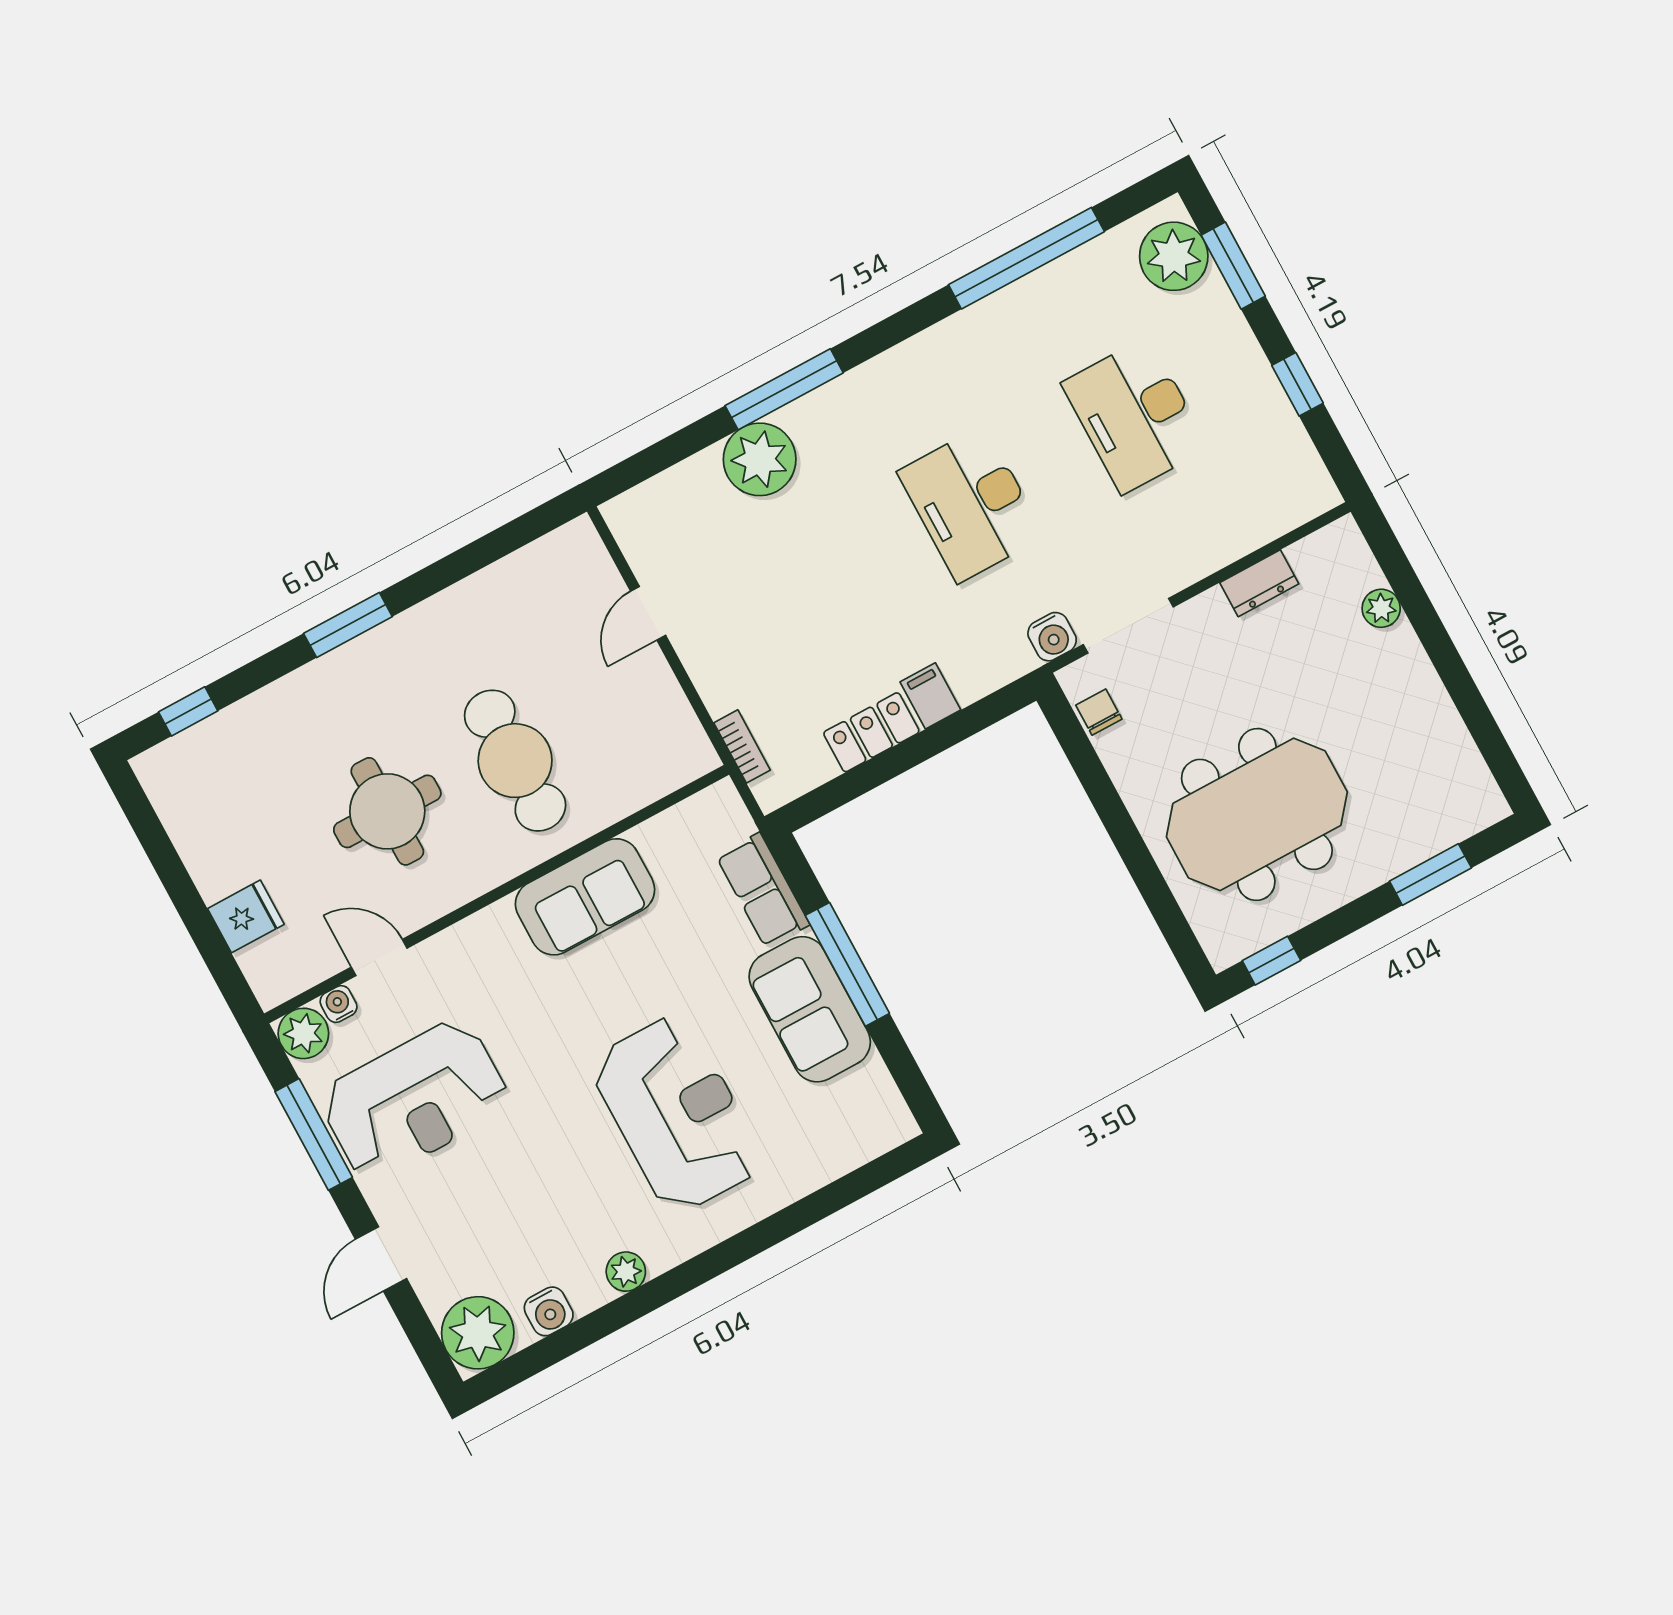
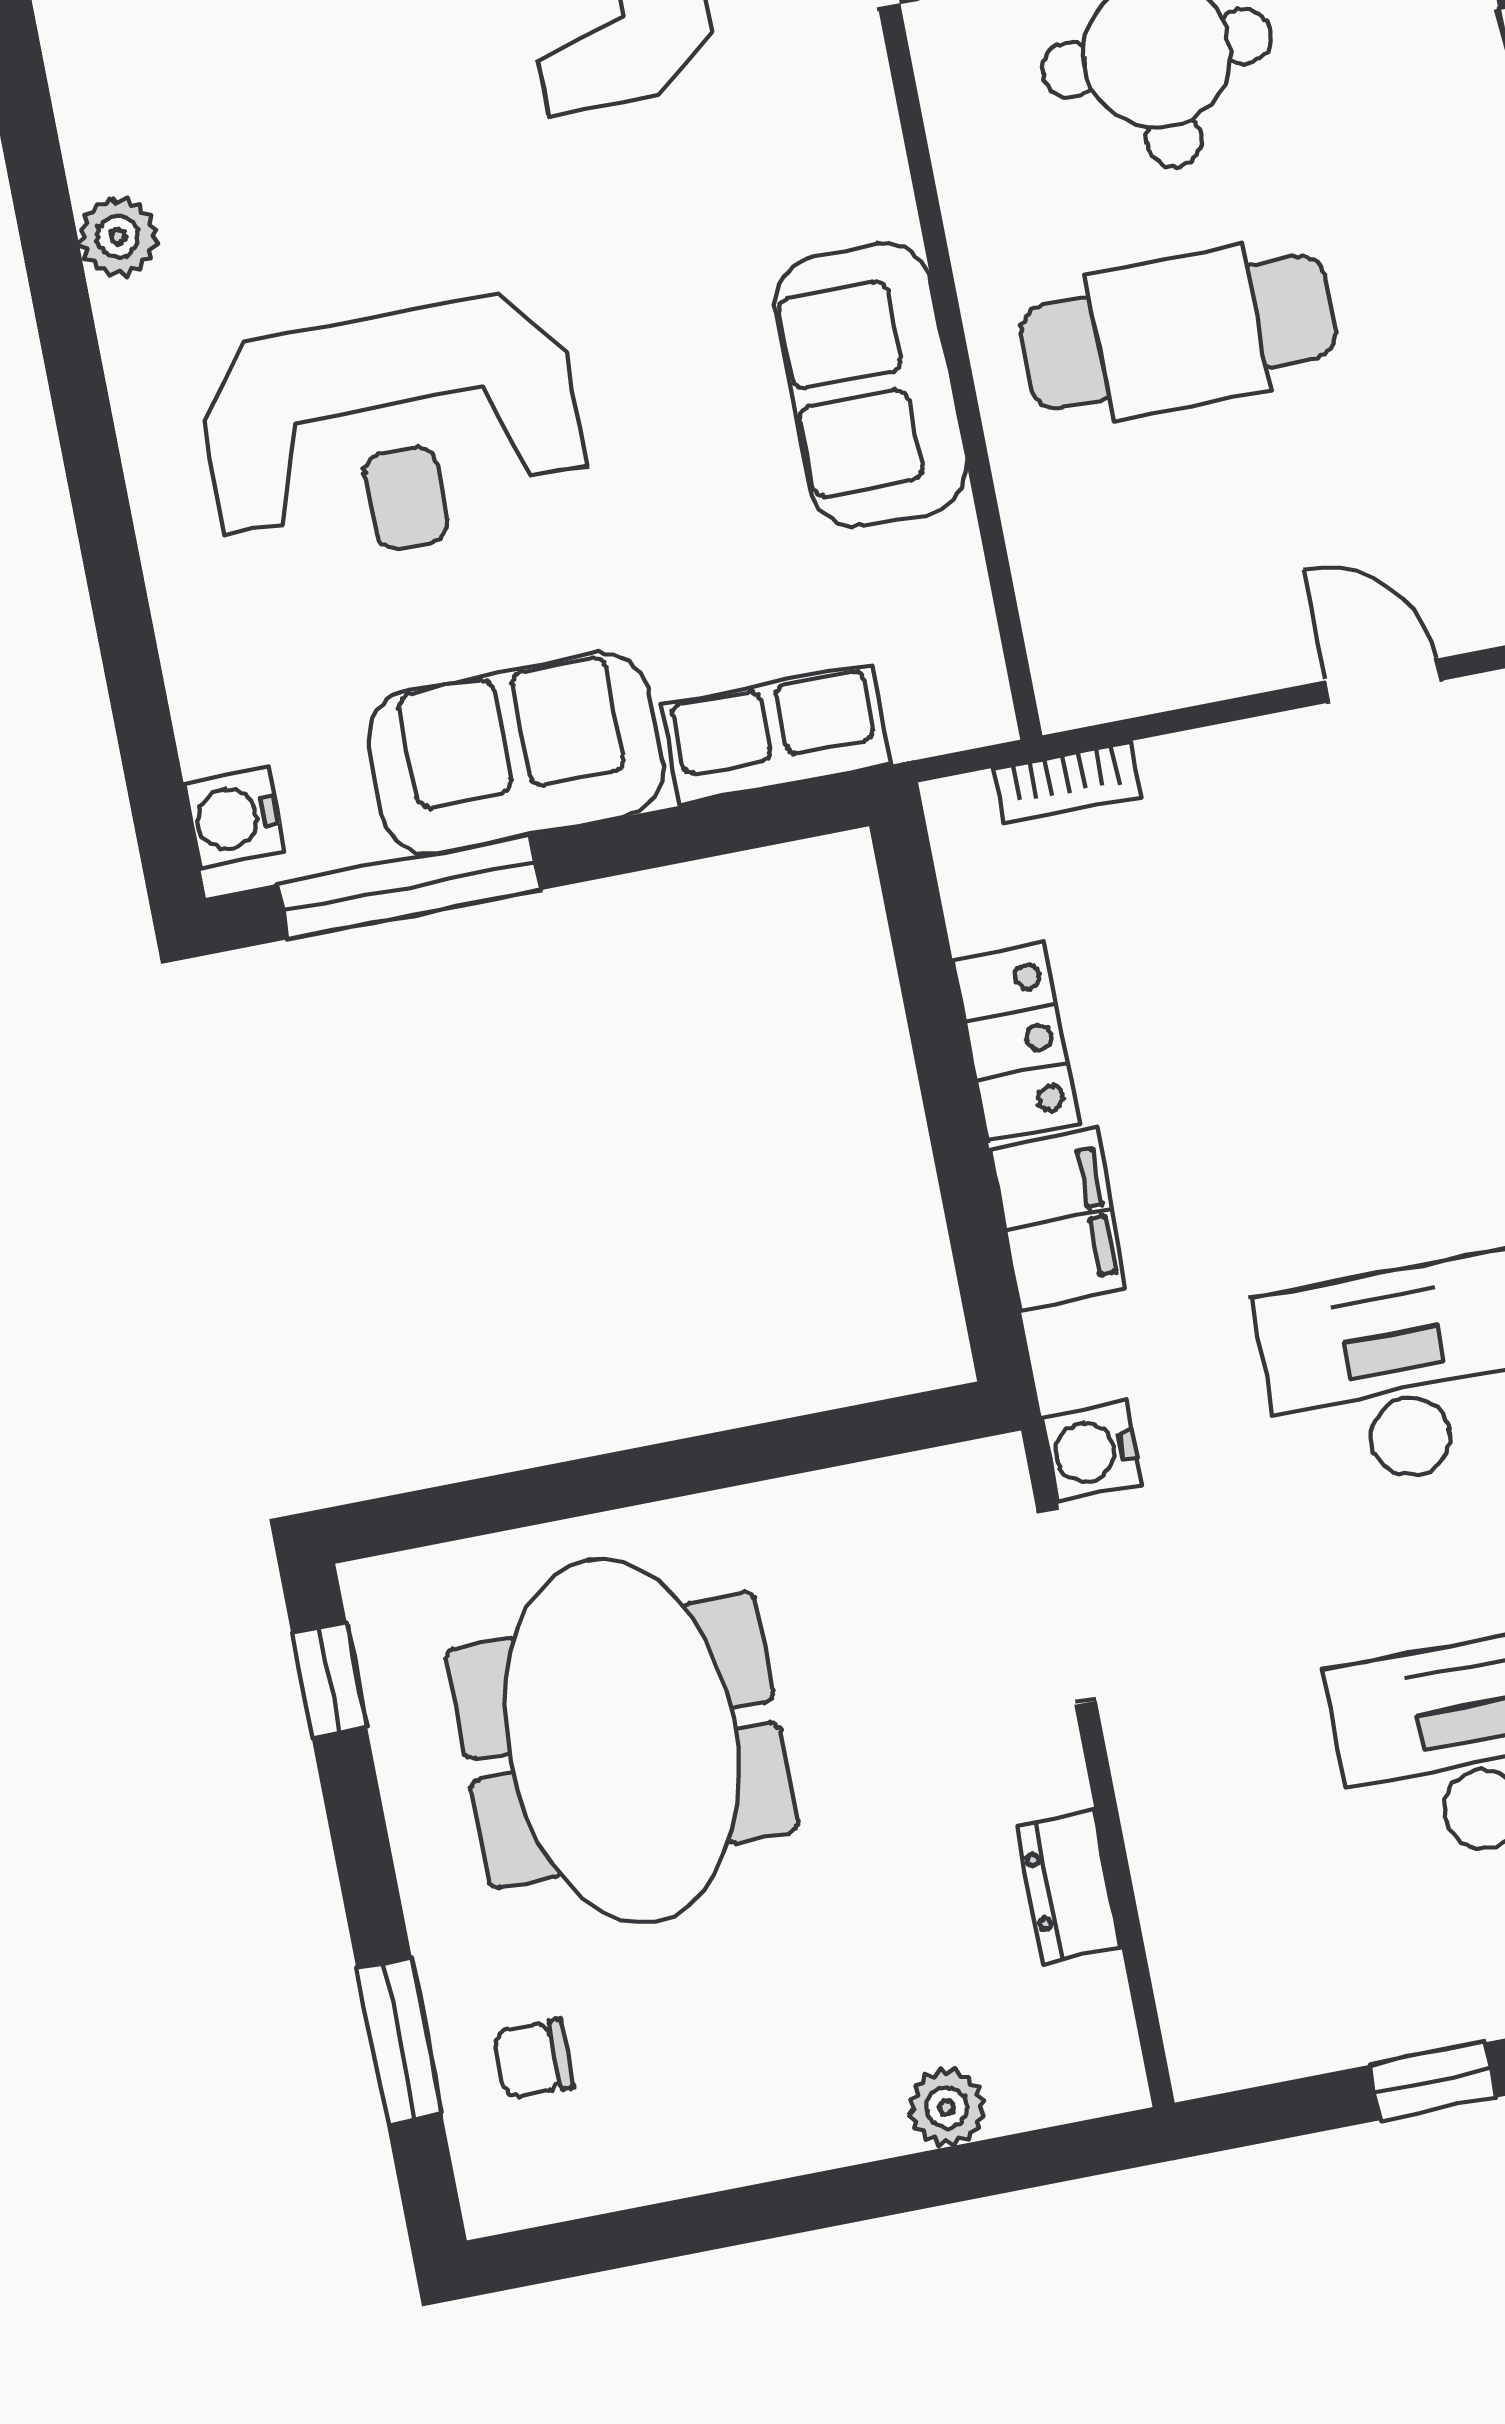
filing cabinet: (930, 696) -> (1059, 1219), width x2.00
chair: (1099, 712) -> (534, 2059), moved, turned 180
window: (847, 964) -> (409, 887), moved
water cooler: (549, 1311) -> (234, 818), moved

